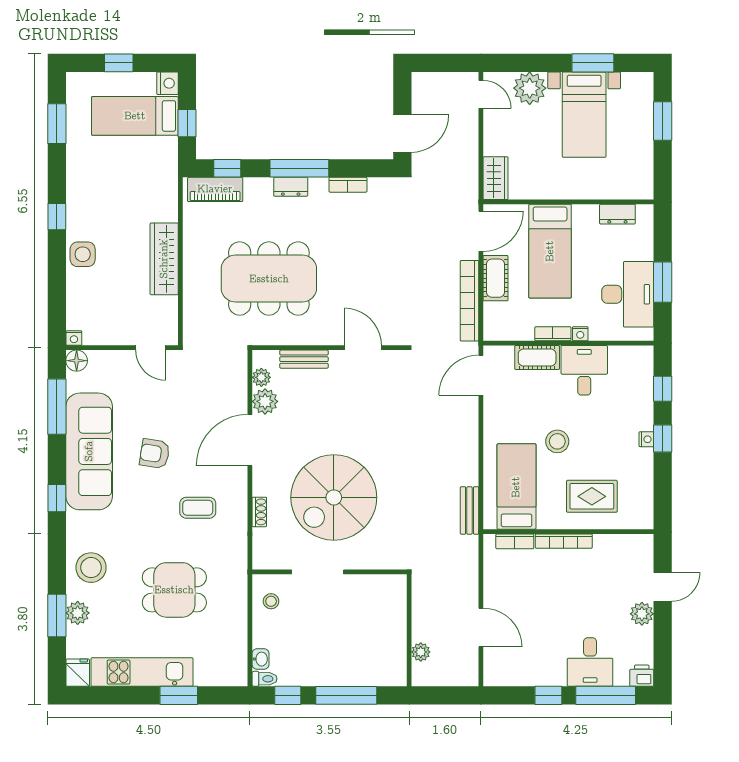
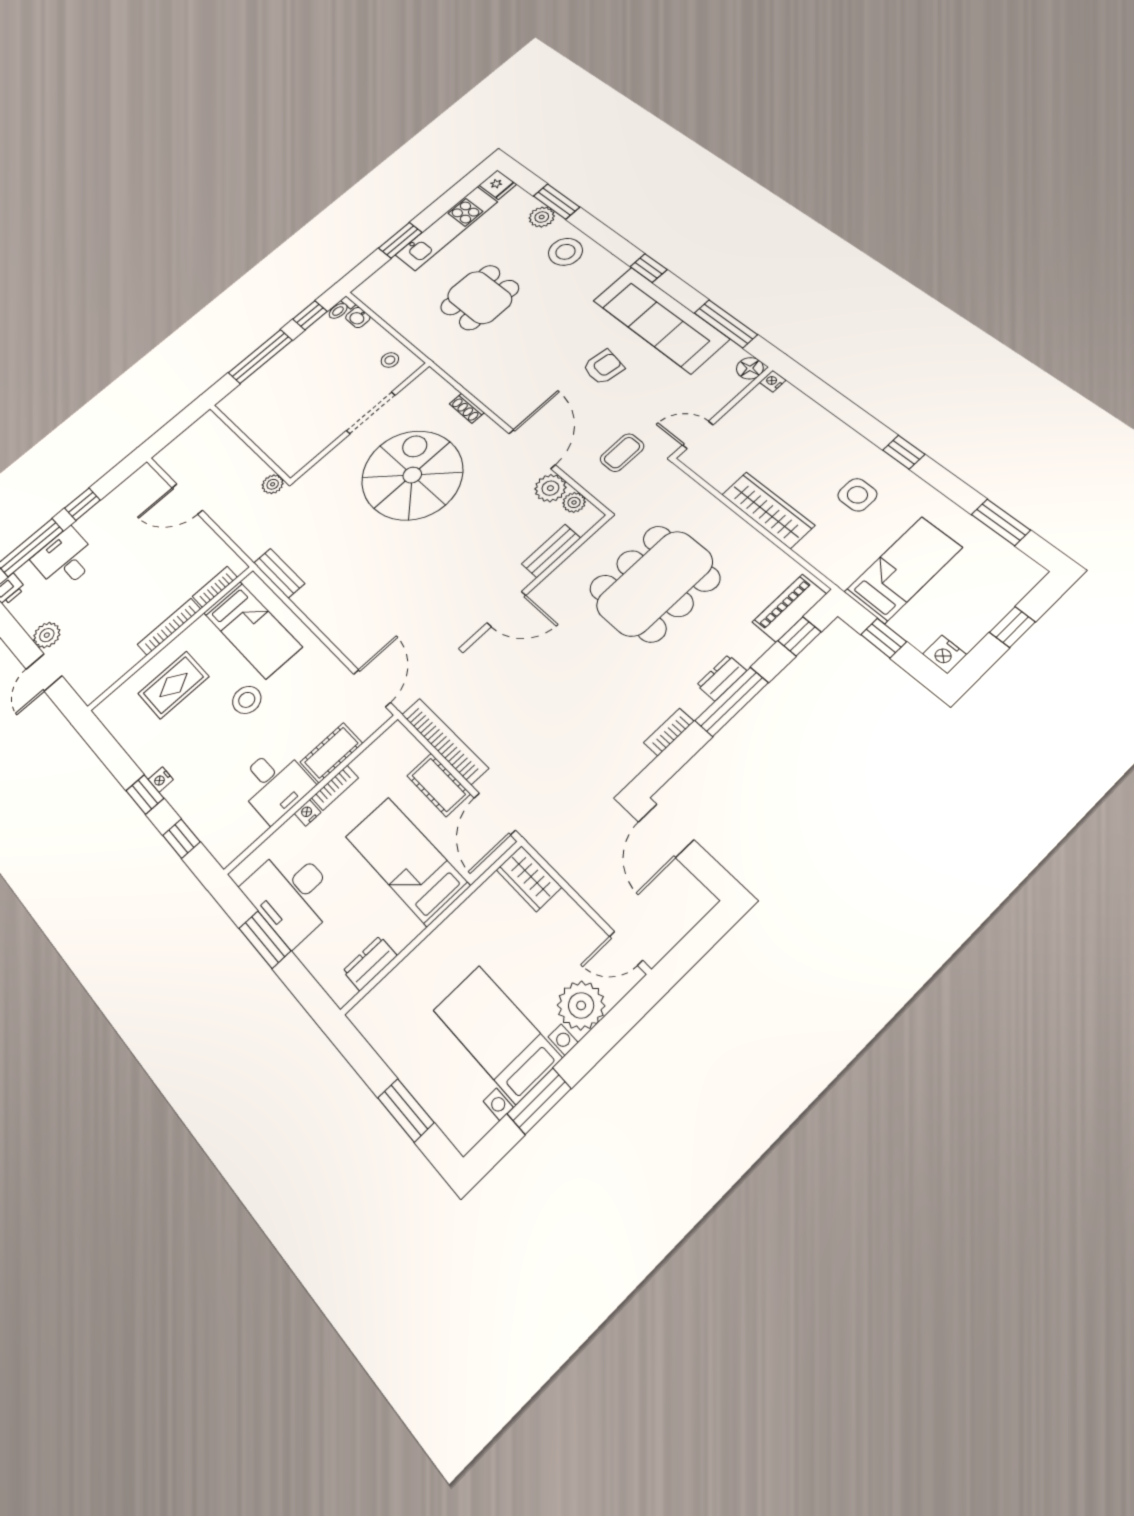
bed: (135, 116) -> (904, 570), moved
side table: (83, 254) -> (857, 495), moved
coffee table: (198, 508) -> (622, 453), moved
plant: (421, 652) -> (273, 484), moved

